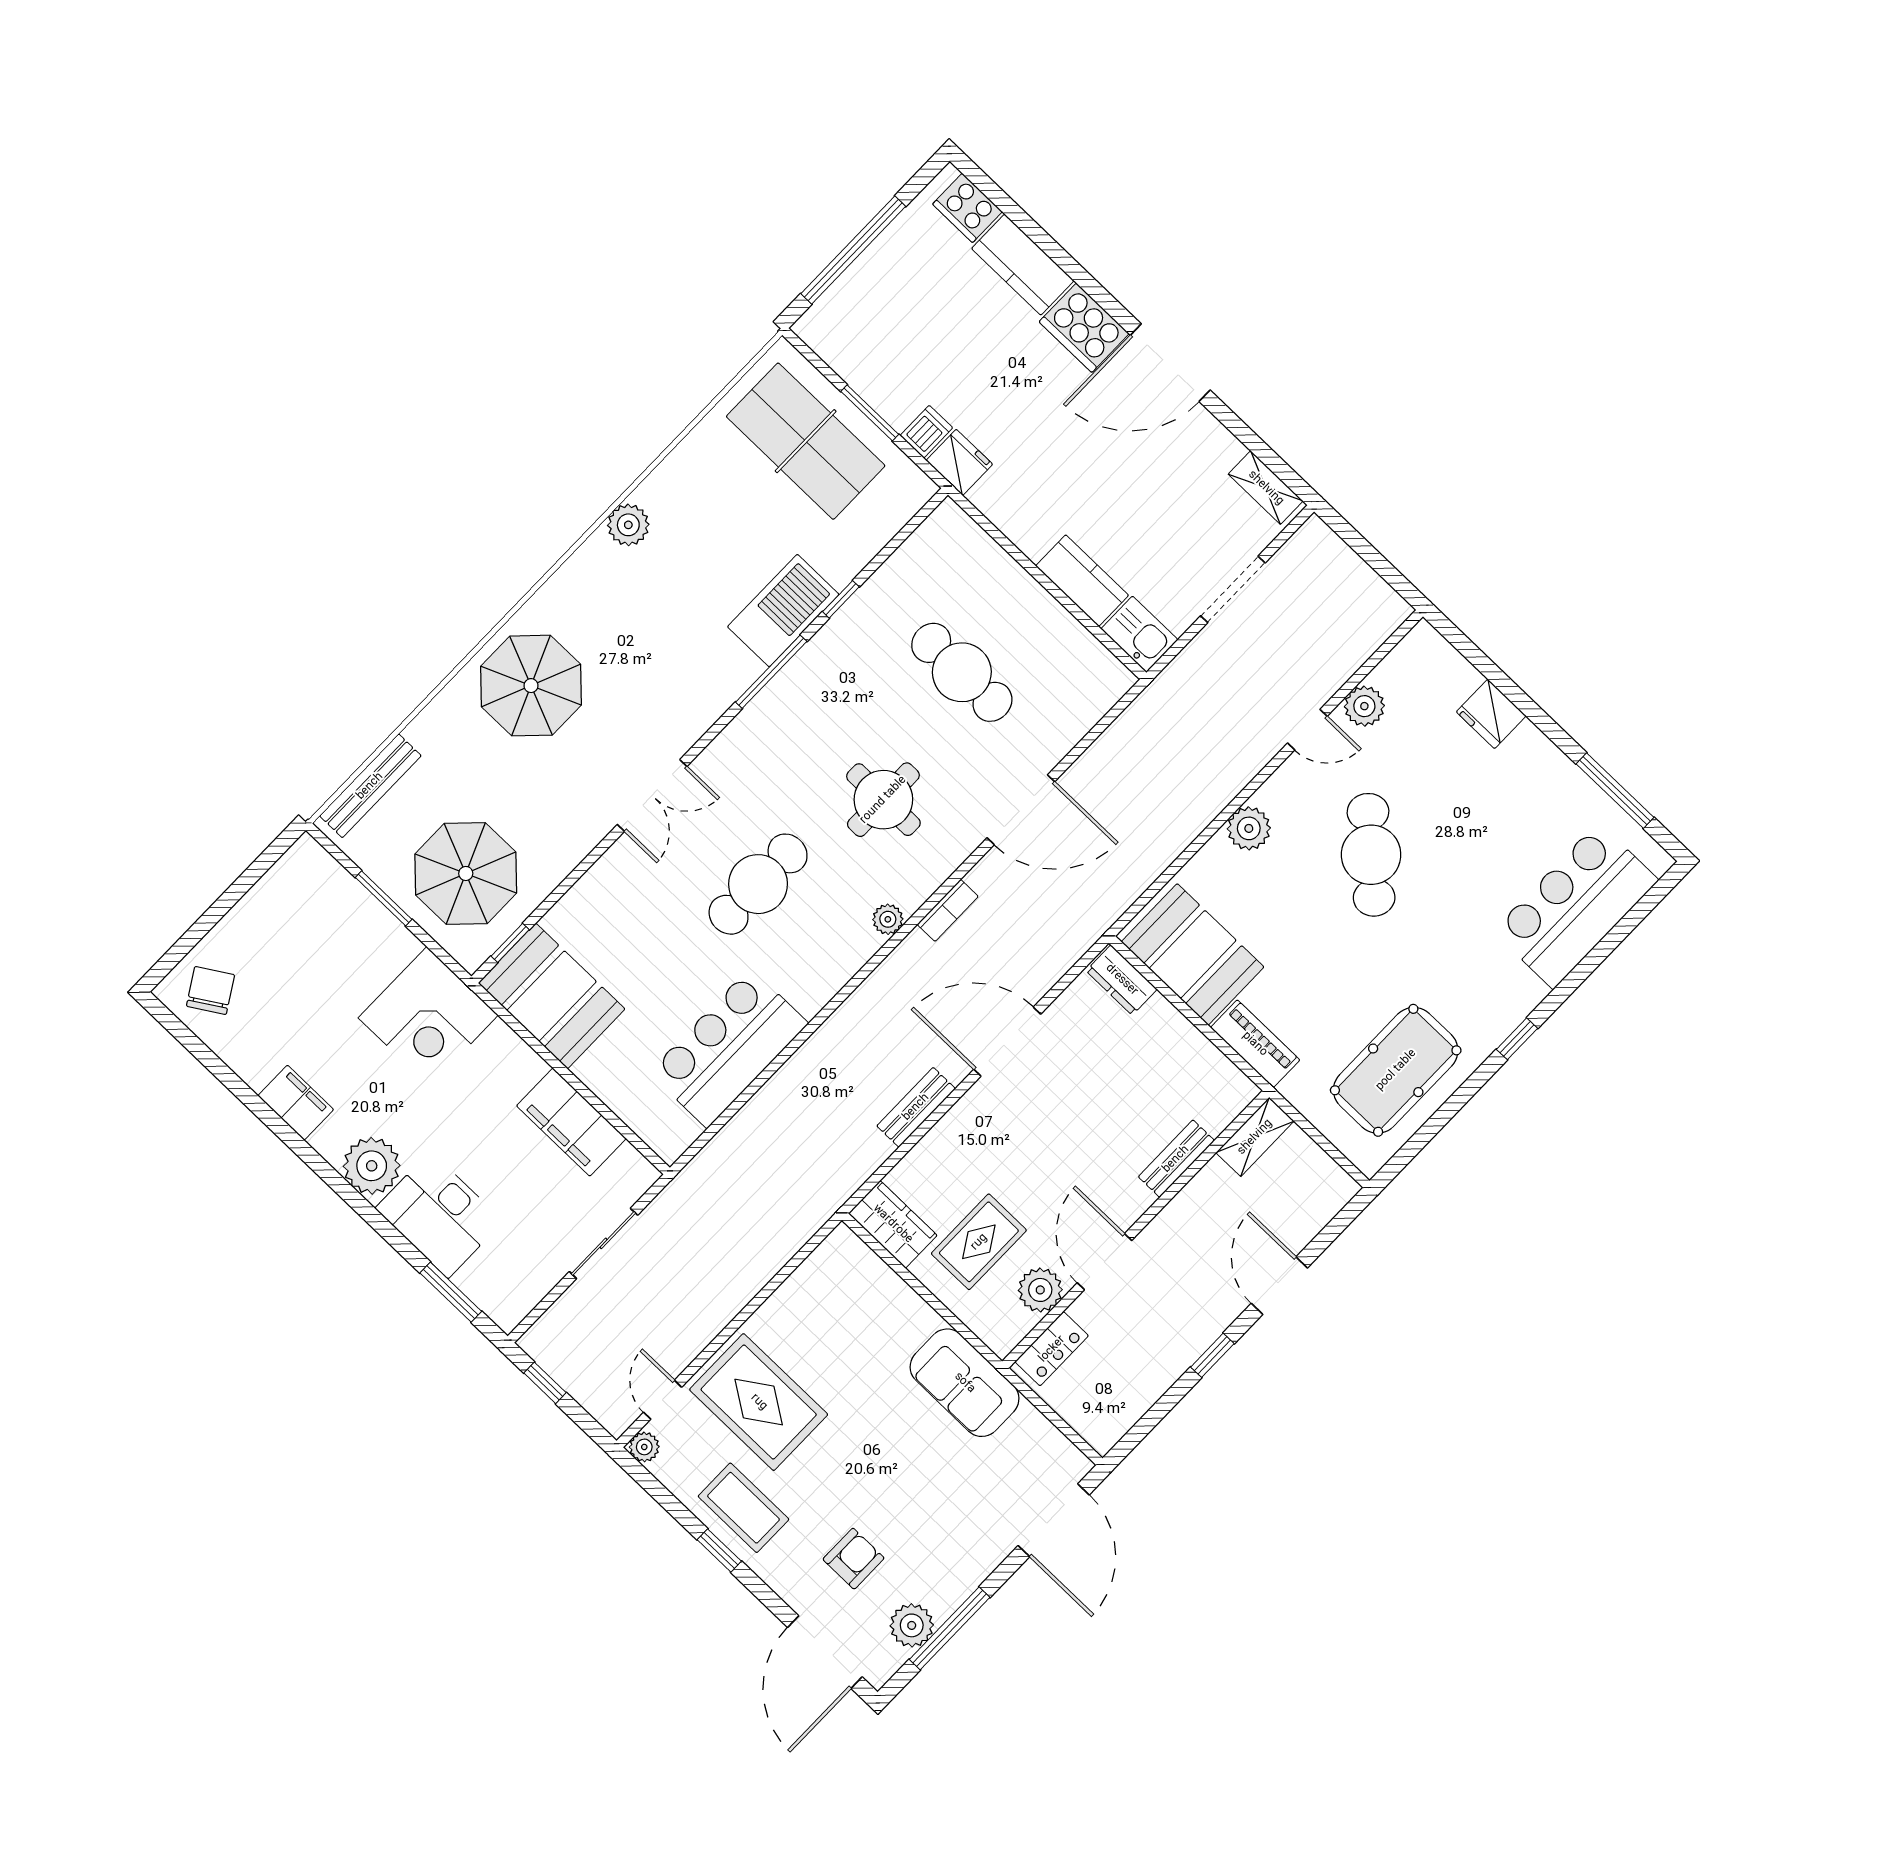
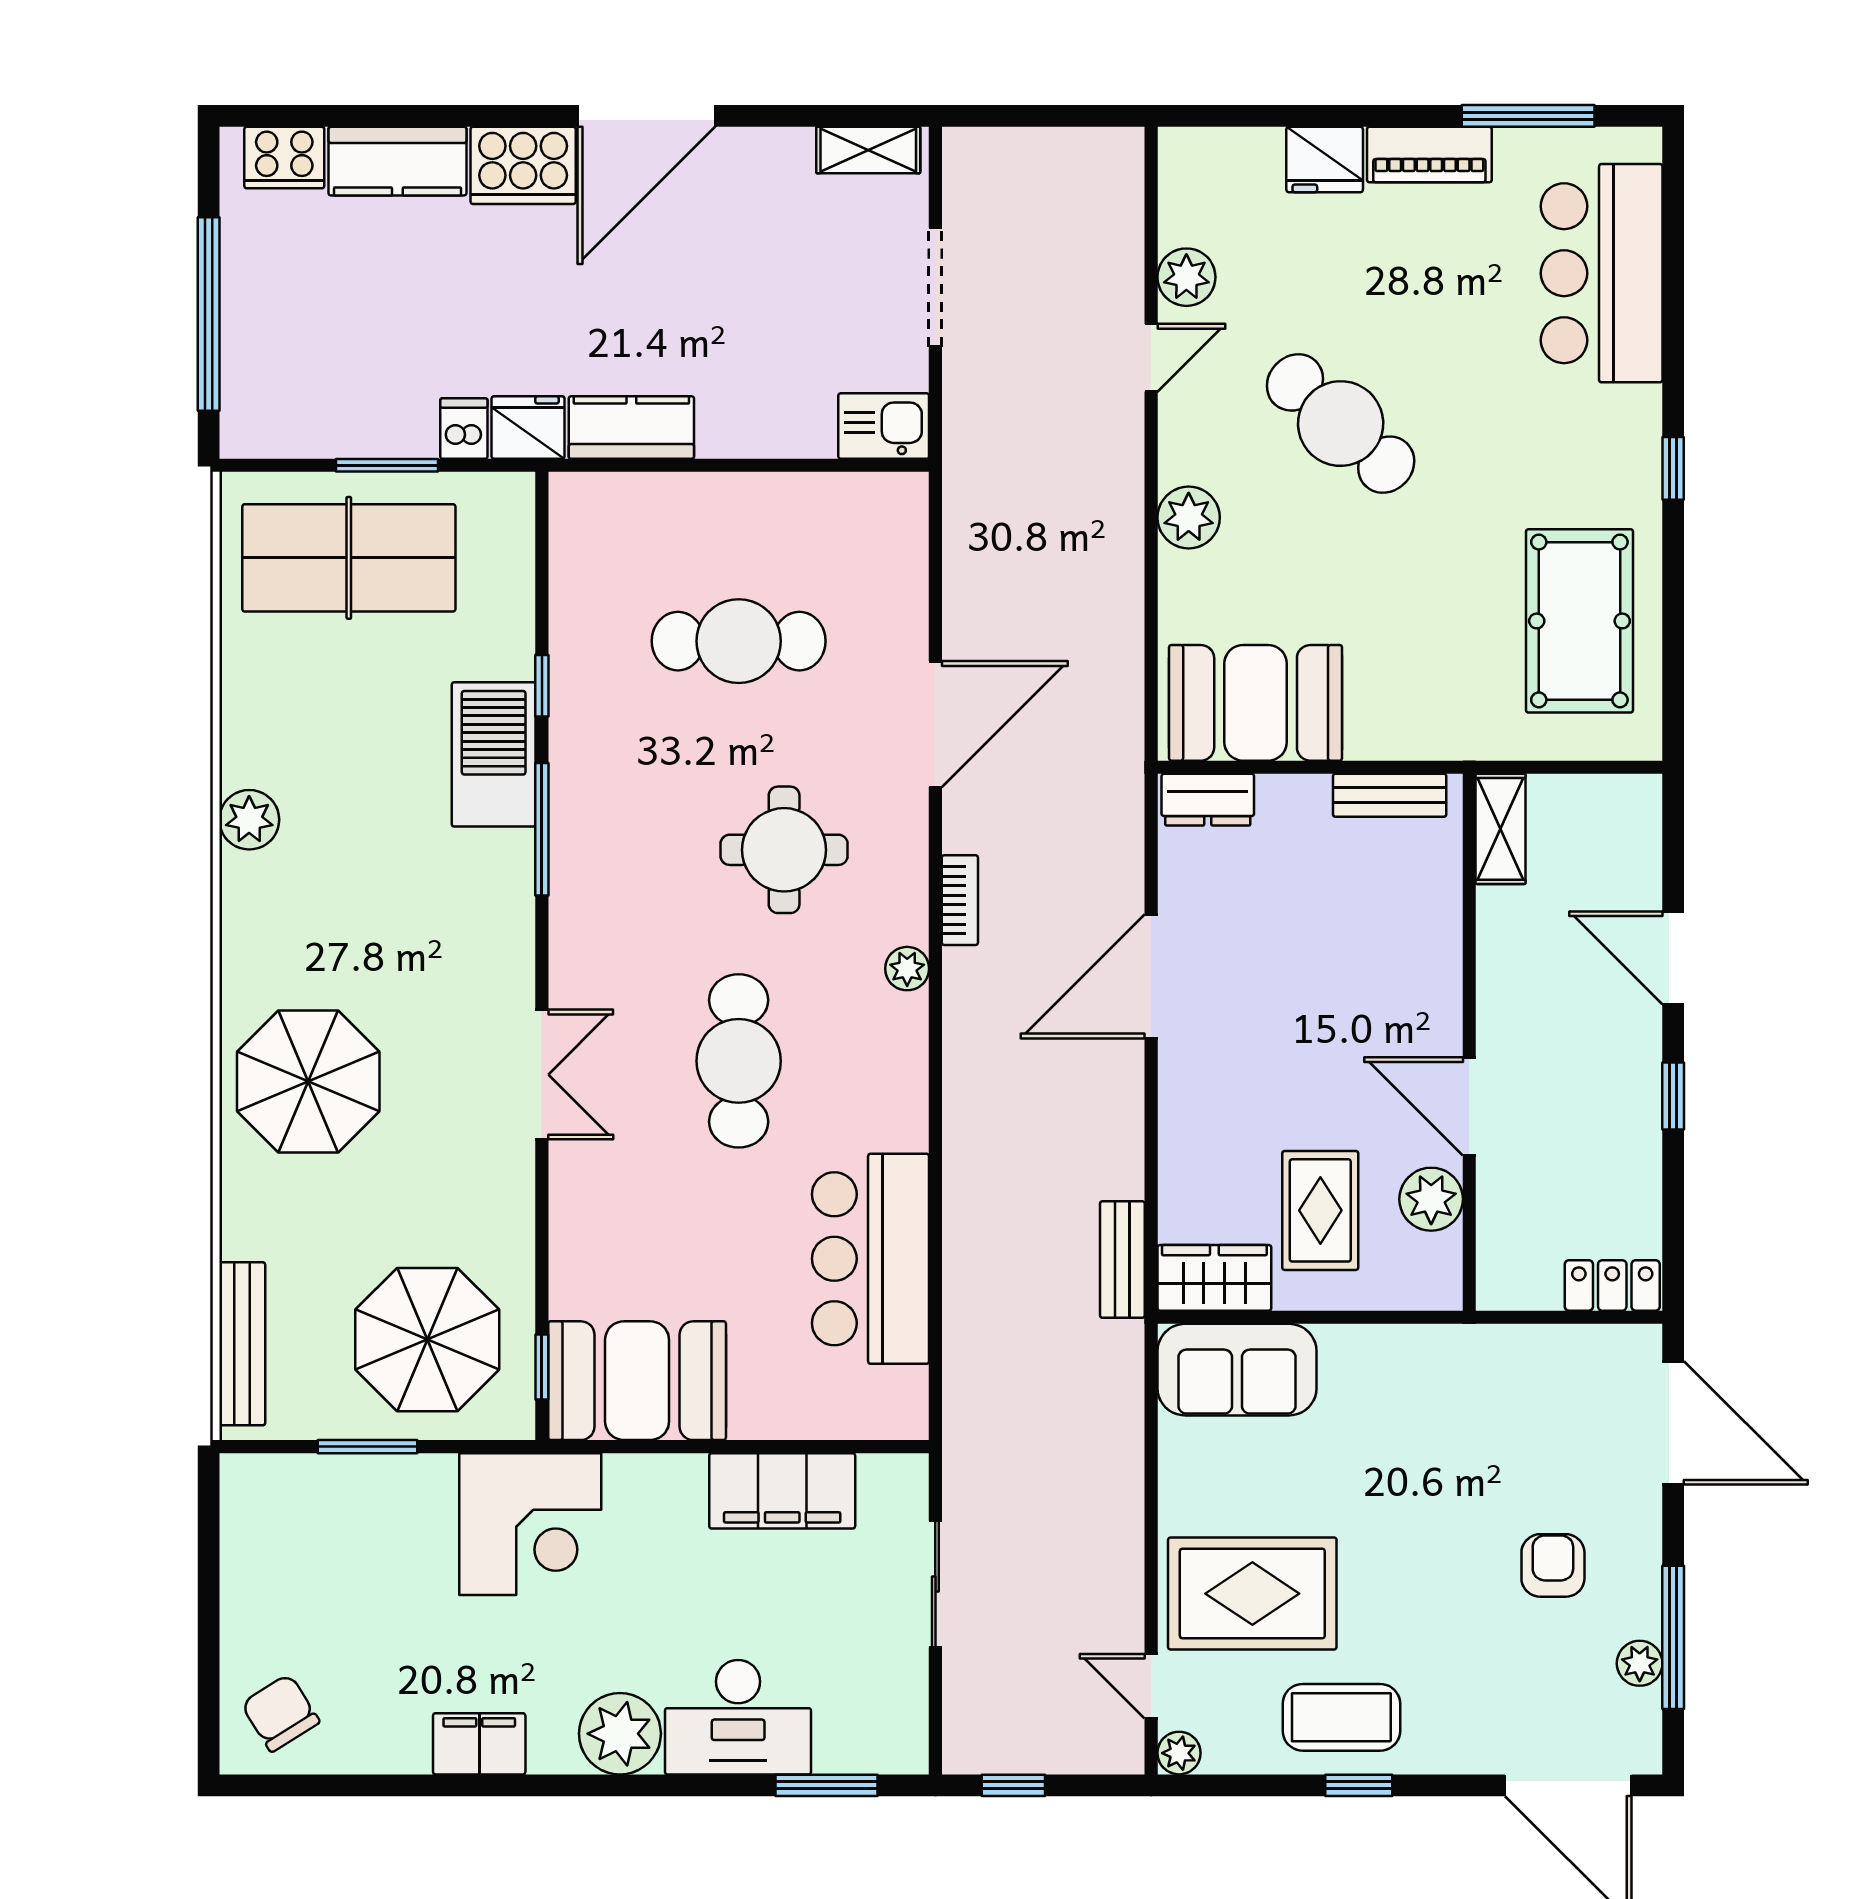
kitchen counter: (1082, 581) -> (631, 428), moved
piano: (1255, 1044) -> (1429, 154), moved, turned 180
bench: (916, 1107) -> (1122, 1260), moved
bench: (1176, 1159) -> (1390, 795), moved, turned 90
locker: (1052, 1349) -> (1612, 1285), moved, turned -90
sofa: (965, 1383) -> (1237, 1370), moved
armchair: (854, 1559) -> (1553, 1565), moved
plant: (912, 1625) -> (1640, 1663), width x0.73, depth x0.73

